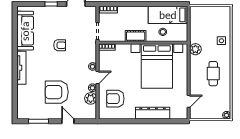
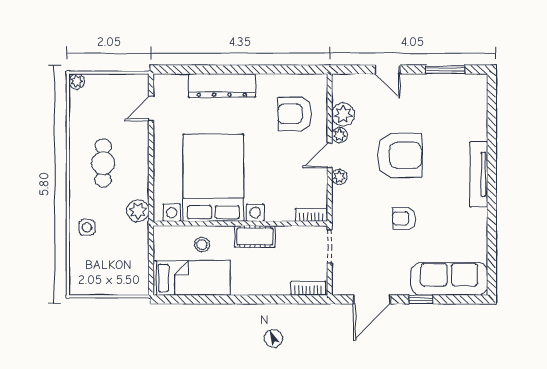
sofa: (25, 31) -> (449, 279), moved, turned 90
armchair: (57, 92) -> (399, 155), moved
armchair: (115, 99) -> (295, 114), turned 180

